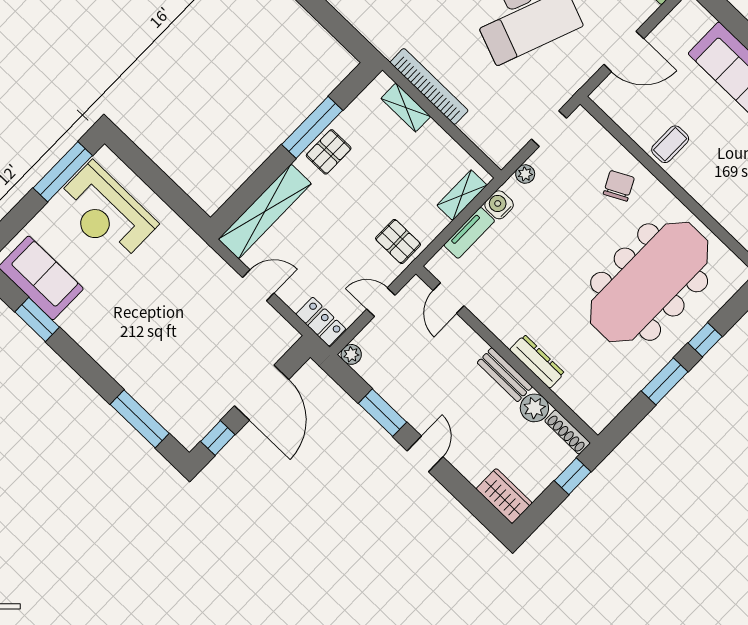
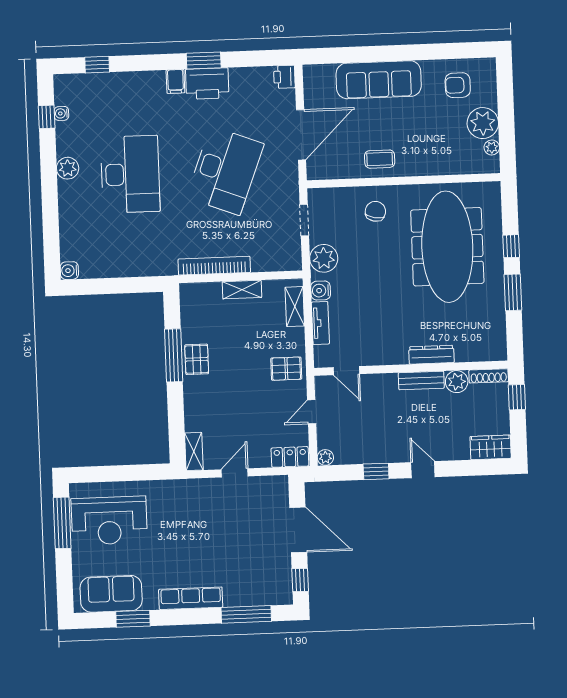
door: (624, 52) -> (301, 135), width x1.36
shelving: (406, 107) -> (242, 290), moved
coffee table: (670, 144) -> (380, 159), turned 90
plant: (525, 174) -> (324, 258), width x1.87, depth x1.87
chair: (619, 186) -> (375, 211), turned 39
shelving: (265, 211) -> (194, 451), width x0.45, depth x0.75
row of seats: (106, 354) -> (191, 598), added
window: (383, 413) -> (376, 471), width x0.67

